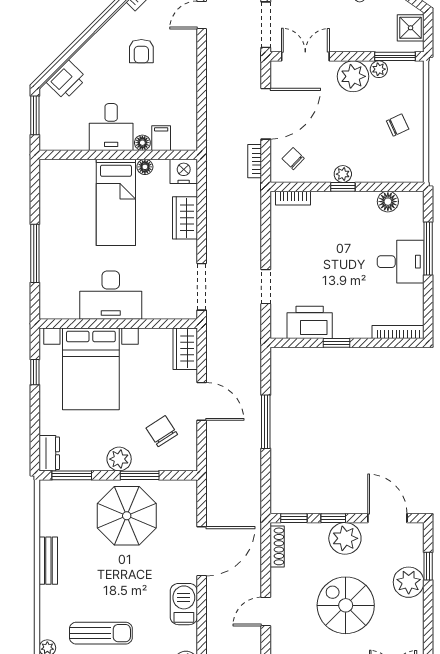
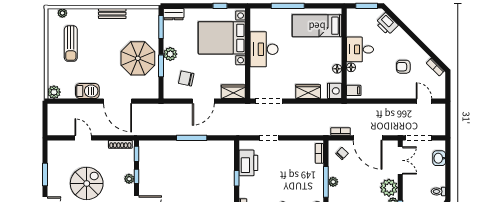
filing cabinet: (161, 138) -> (354, 90), moved
window: (343, 187) -> (326, 182), width x2.17
bed: (116, 202) -> (317, 26), moved
chair: (162, 431) -> (186, 78), turned -135
plant: (345, 538) -> (129, 179), width x0.53, depth x0.53

